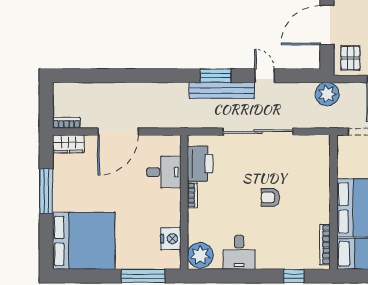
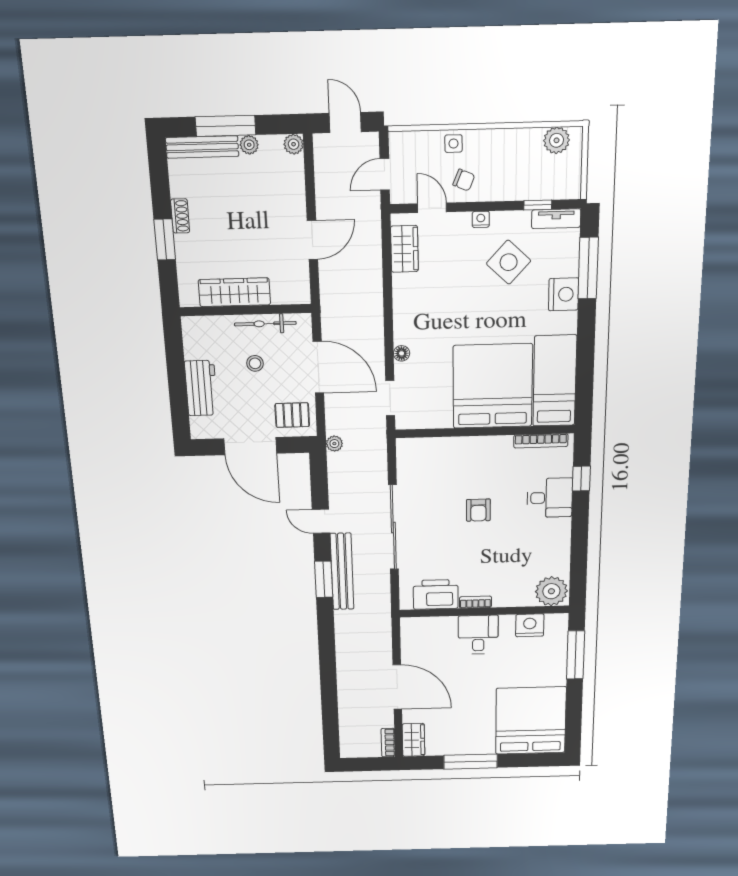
door: (265, 76) -> (321, 521), hinge flipped
plant: (327, 94) -> (334, 444), width x0.53, depth x0.53
desk: (164, 172) -> (478, 635), moved
desk: (239, 252) -> (550, 498), moved

